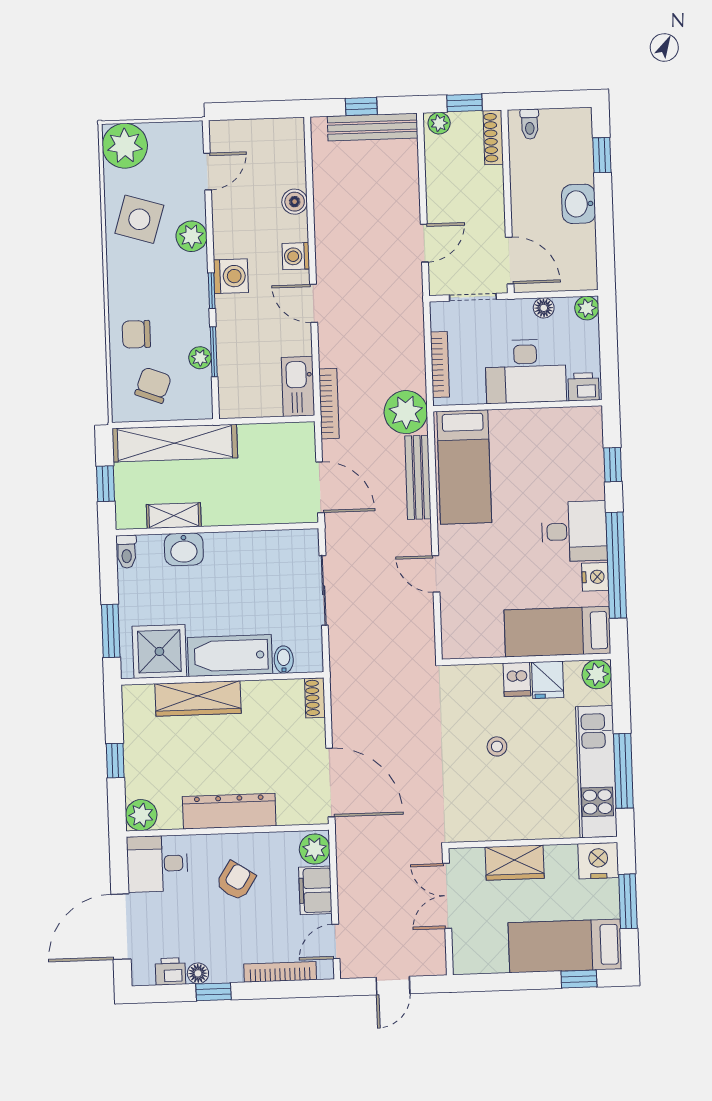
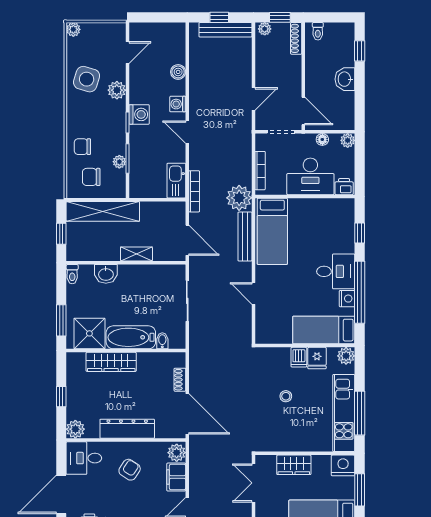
plant: (125, 146) -> (73, 29), width x0.53, depth x0.53
chair: (153, 385) -> (91, 177), turned -111
shelving: (174, 516) -> (136, 254), moved
shoe rack: (315, 698) -> (180, 380), moved

